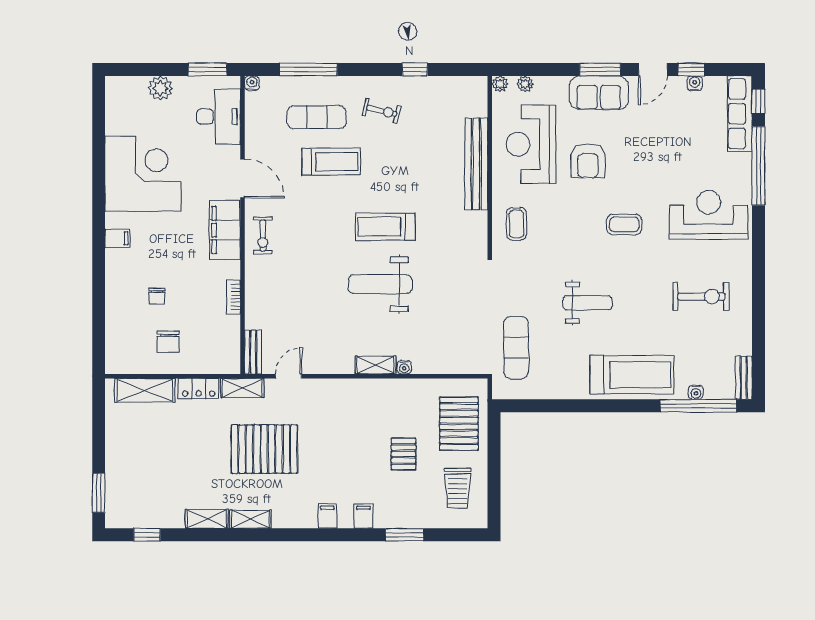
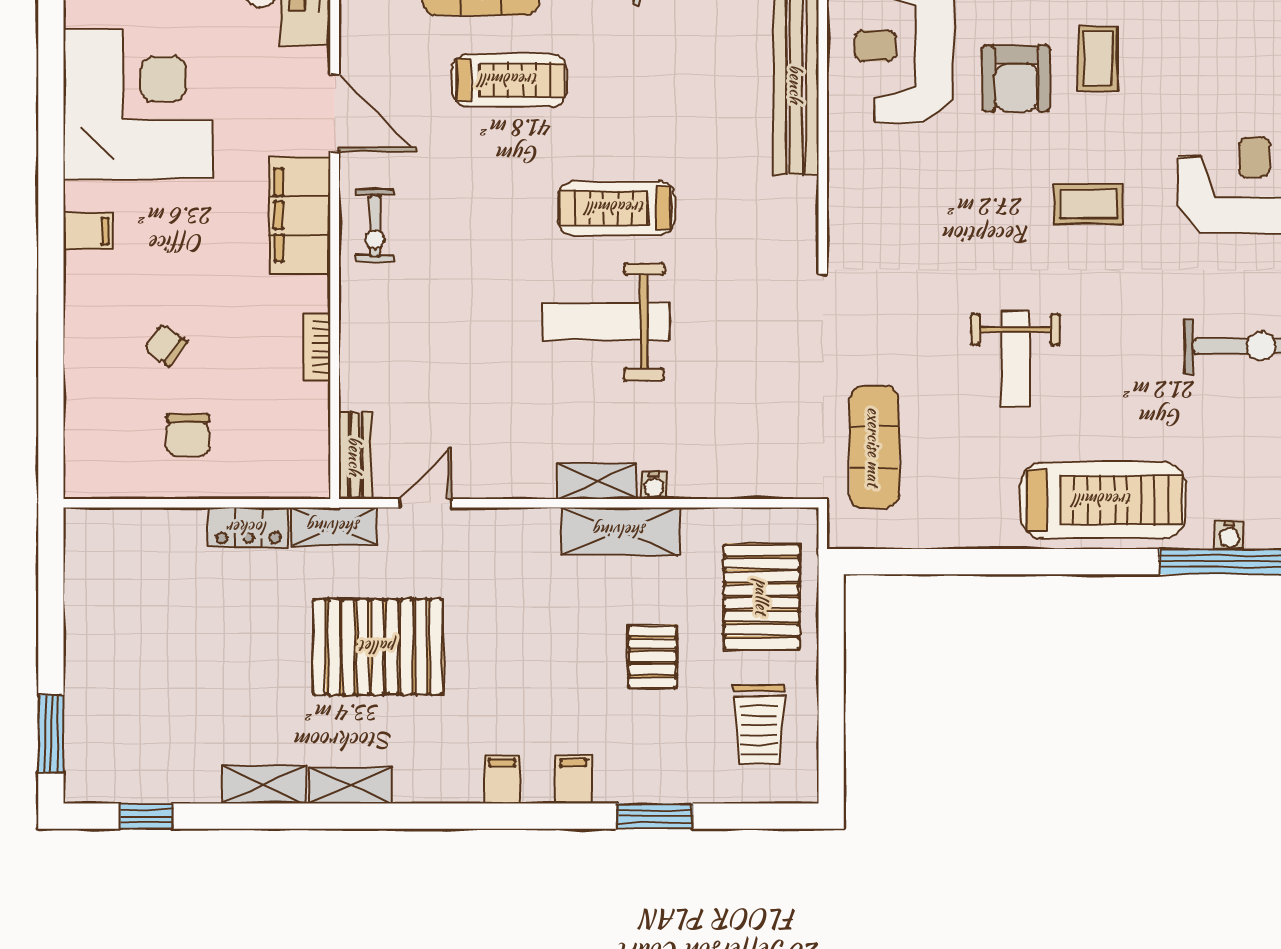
coffee table: (516, 224) -> (1098, 59), moved
chair: (157, 296) -> (166, 345), turned 125
weight bench: (587, 303) -> (1015, 359), turned 90
shelving: (145, 390) -> (620, 531), moved

